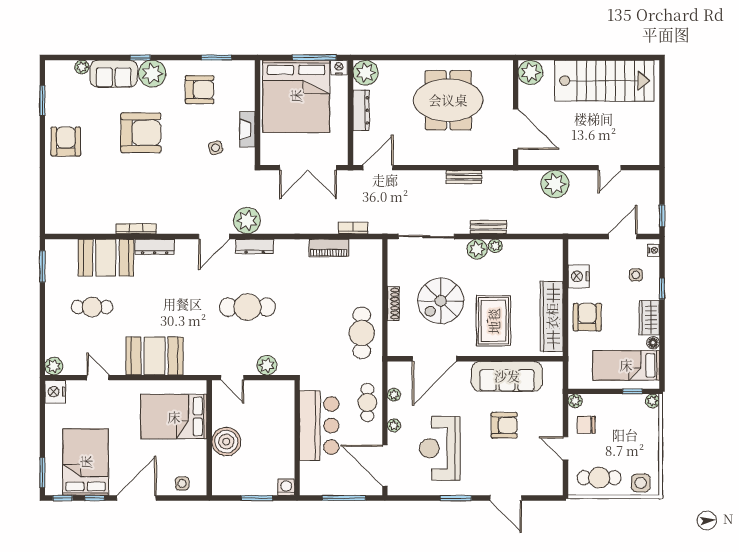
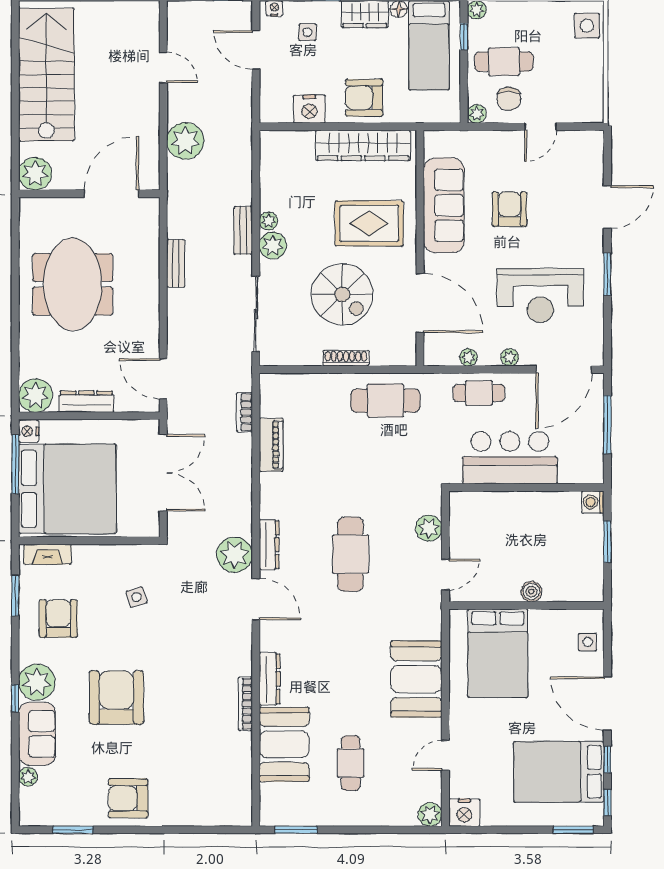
fireplace: (247, 129) -> (48, 554), moved
boiler: (226, 442) -> (531, 592), width x0.54, depth x0.54
cafe table: (599, 478) -> (504, 62), moved, turned 90

